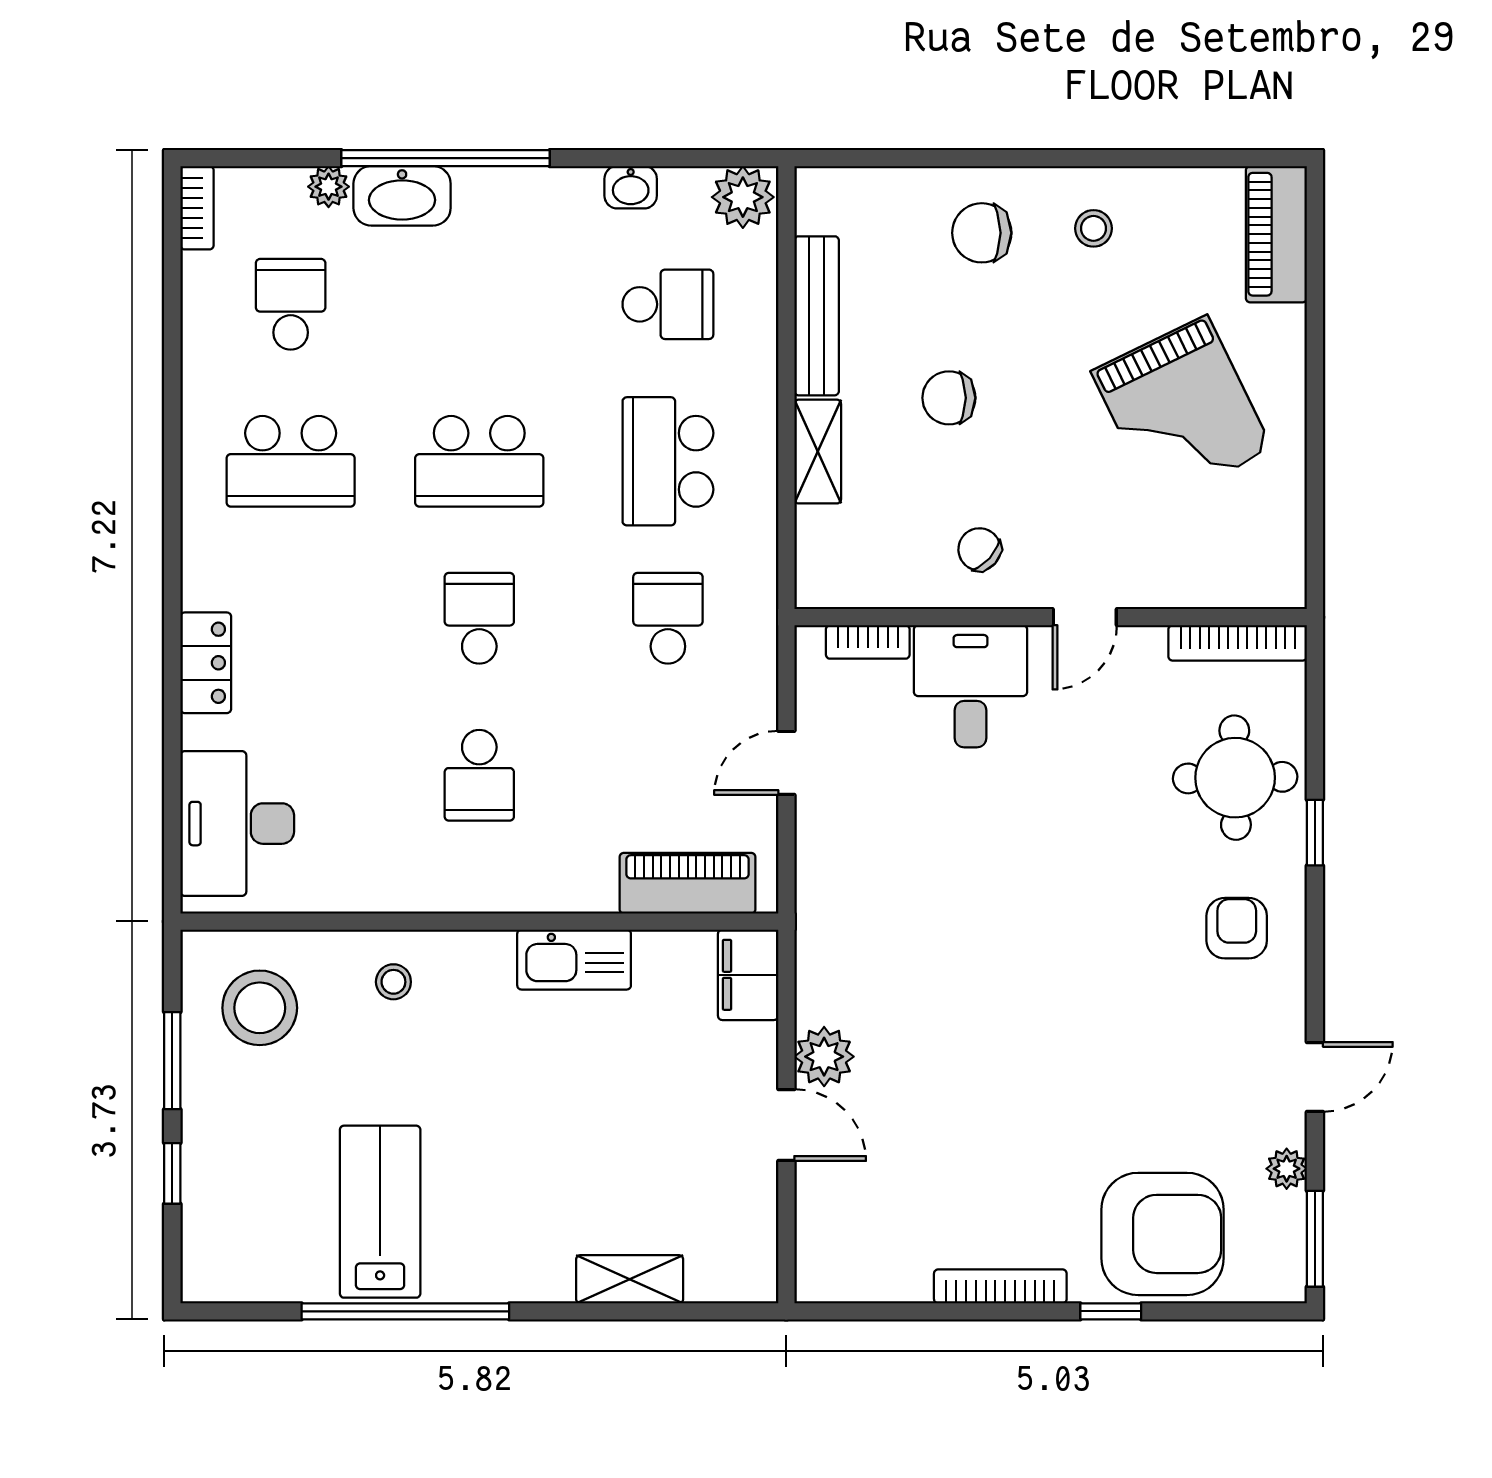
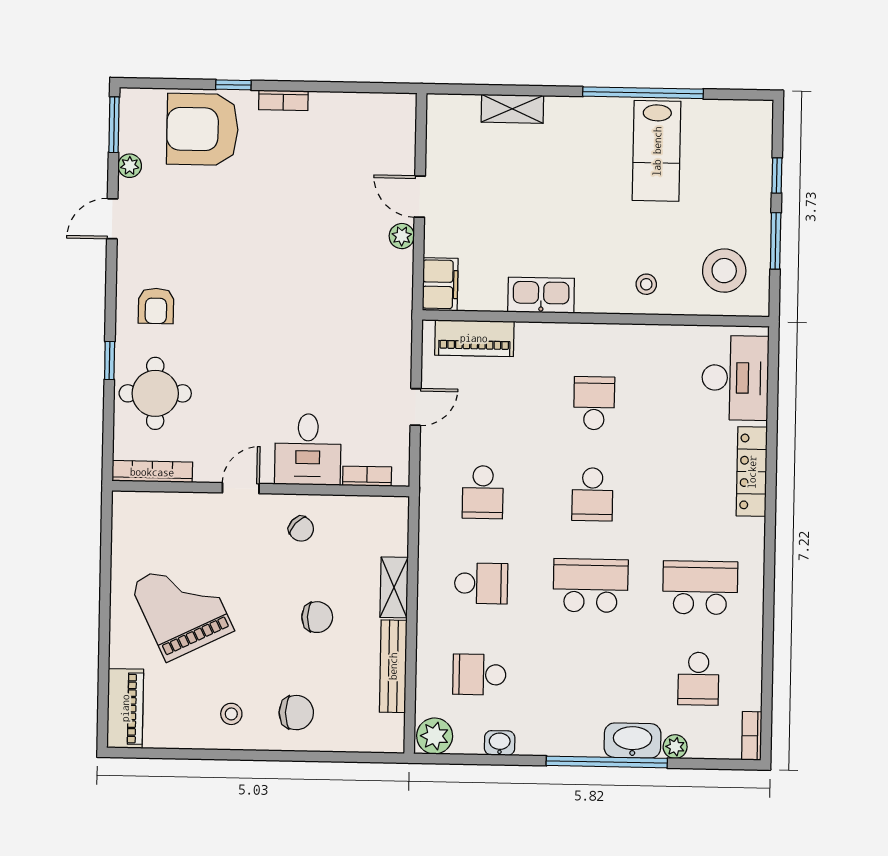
school desk: (668, 461) -> (481, 583), width x0.54
locker: (206, 663) -> (752, 472), width x1.53
plant: (824, 1057) -> (402, 236), width x0.73, depth x0.73
bookcase: (1000, 1286) -> (283, 100), width x0.64

